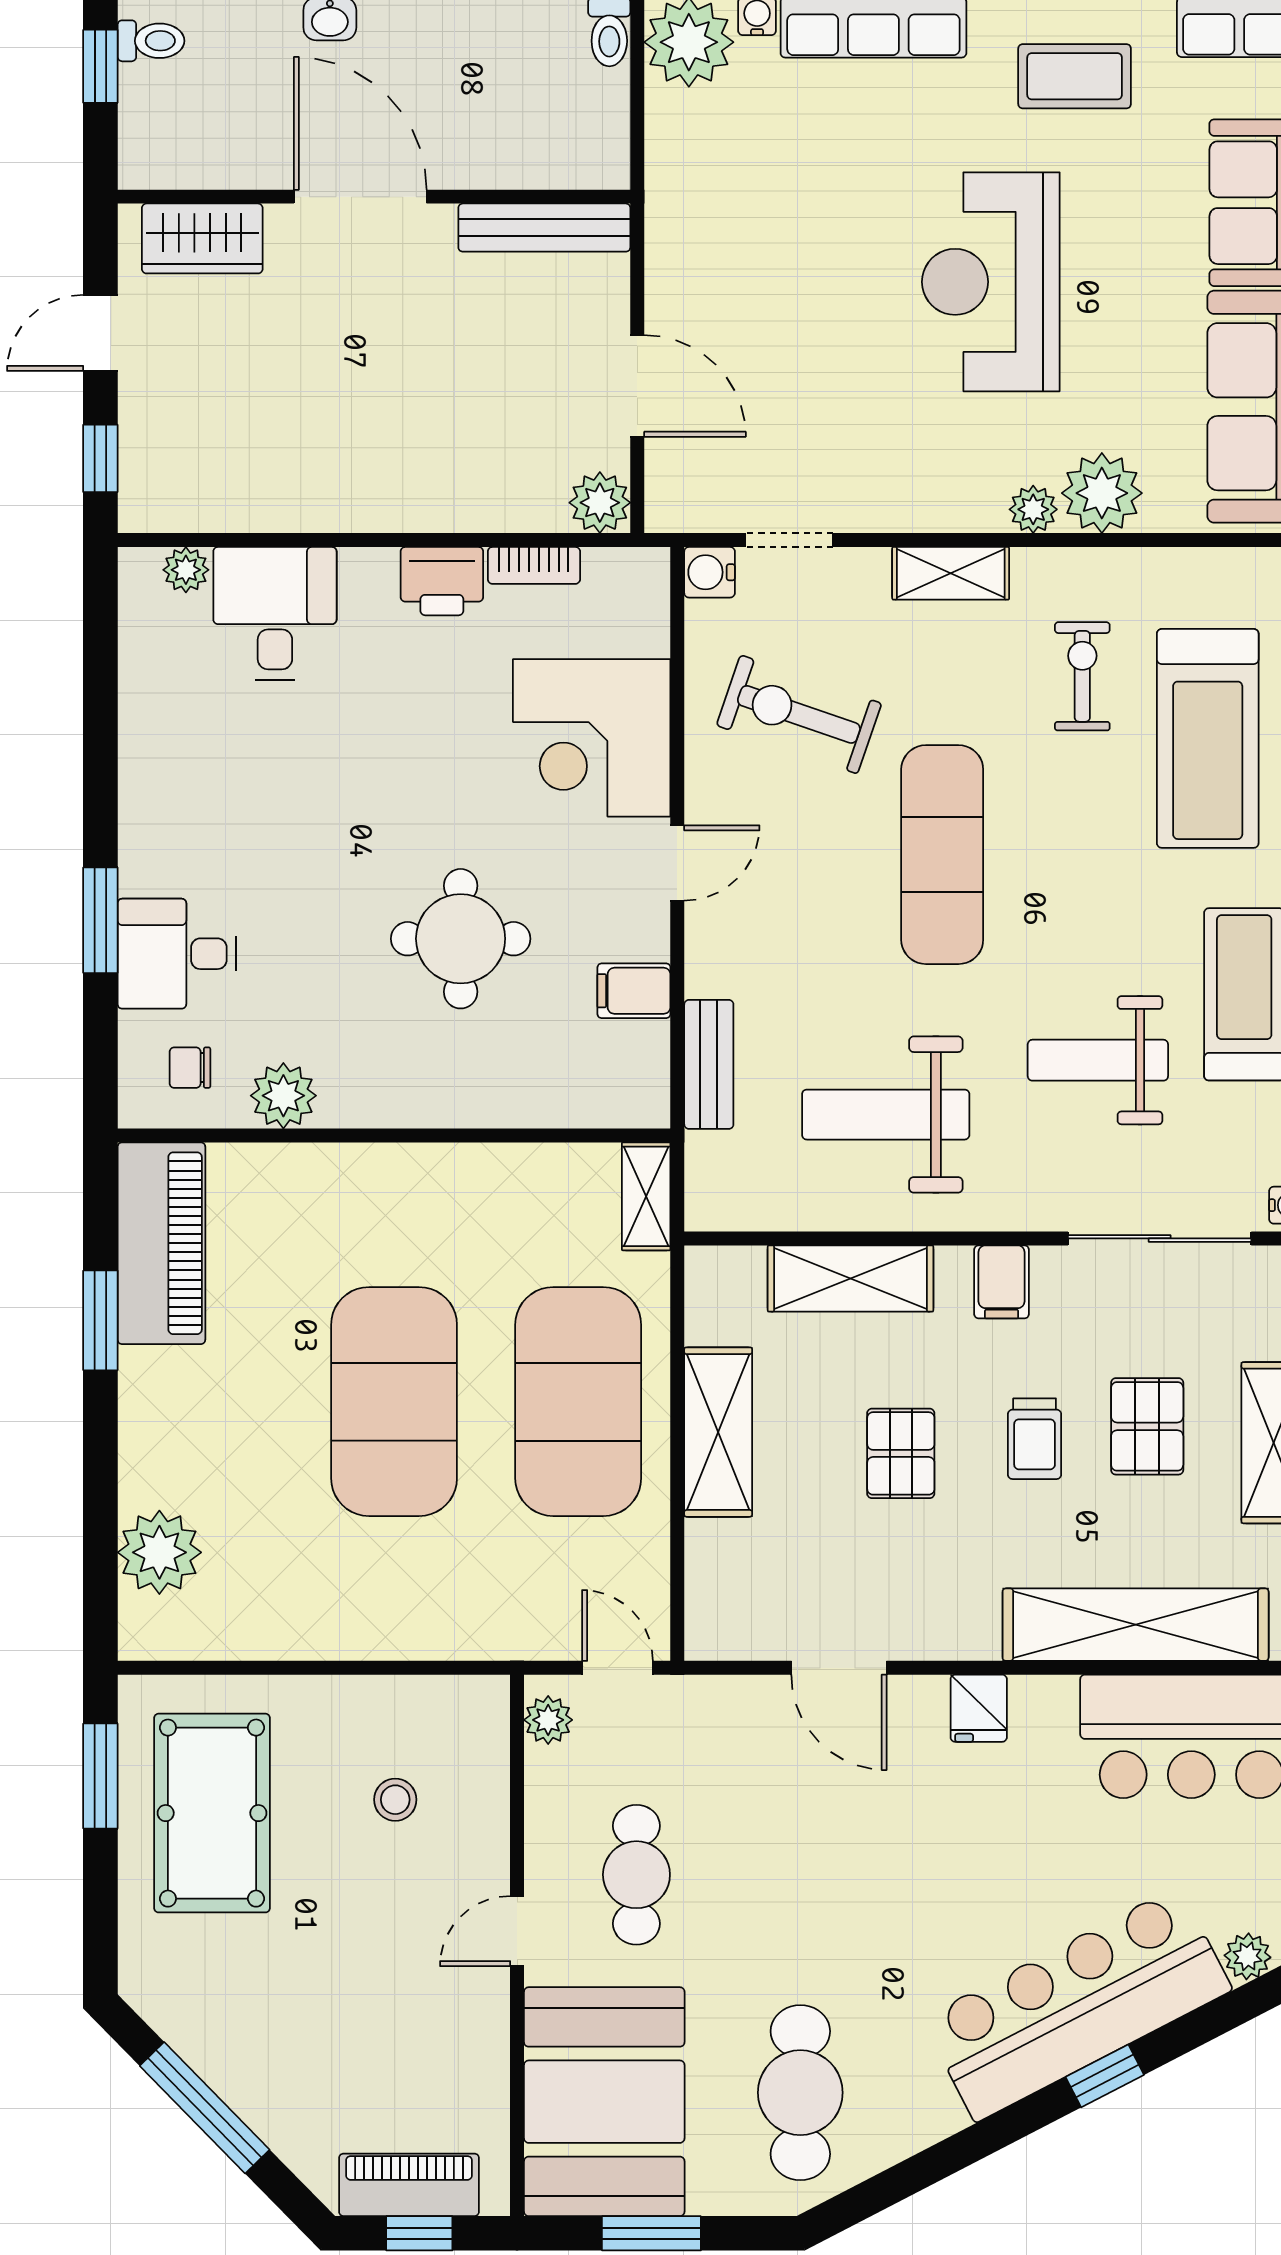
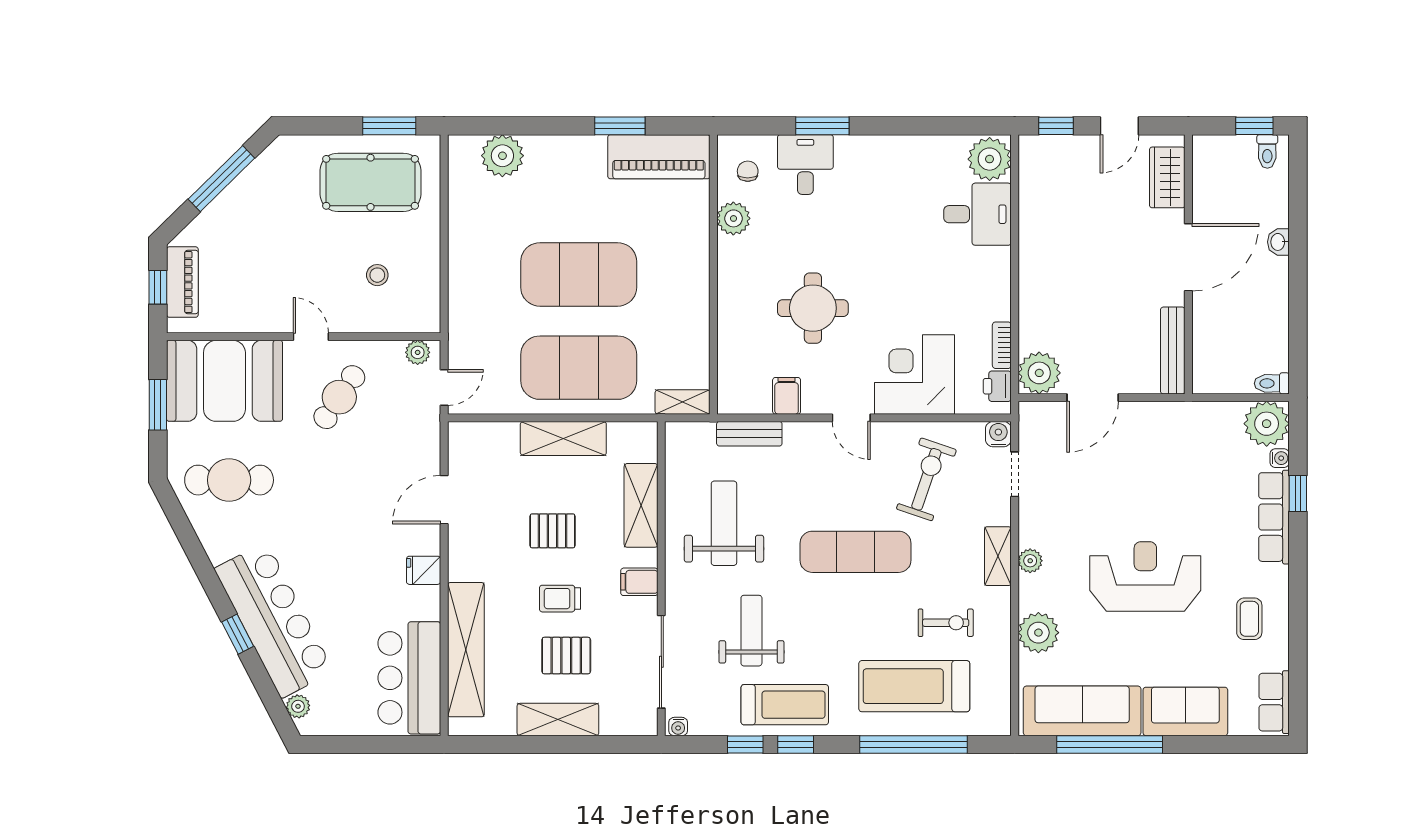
coffee table: (1075, 76) -> (1249, 619), width x0.73, depth x0.77
door: (100, 333) -> (1119, 126), swing flipped
plant: (600, 503) -> (1039, 373), width x1.36, depth x1.36
plant: (1033, 509) -> (1030, 561), moved
plant: (186, 570) -> (990, 159), width x1.88, depth x1.88
printer: (442, 581) -> (997, 386), moved, width x0.73, depth x0.81
cafe table: (636, 1875) -> (339, 397), turned -56

